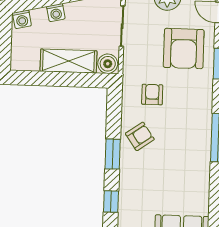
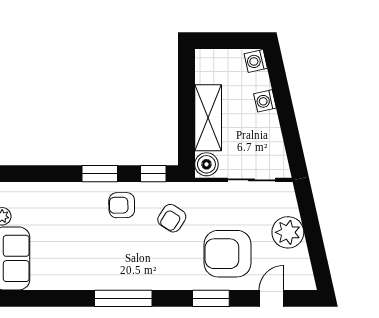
armchair: (152, 95) -> (172, 218), turned 123
armchair: (140, 136) -> (122, 205), turned 124
window: (111, 201) -> (153, 174), moved

